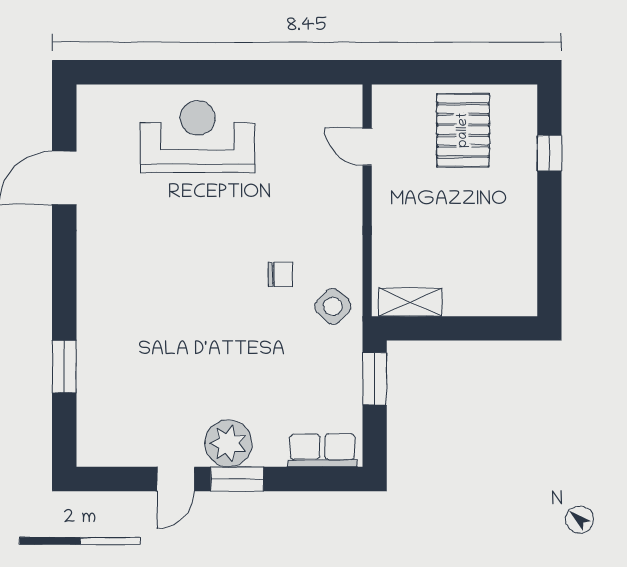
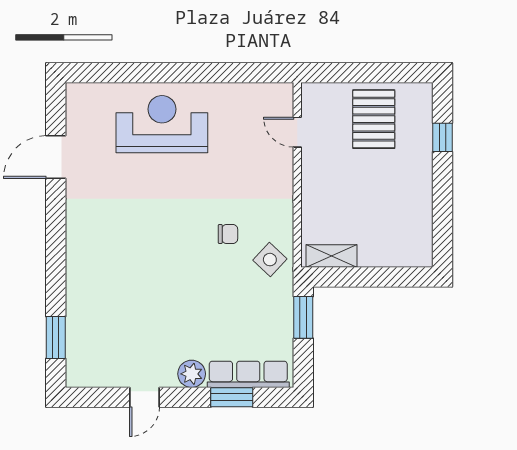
window: (64, 367) -> (56, 337), moved
plant: (228, 443) -> (192, 374), width x0.73, depth x0.73
row of seats: (322, 450) -> (248, 374), width x1.48
window: (237, 479) -> (232, 397), moved

